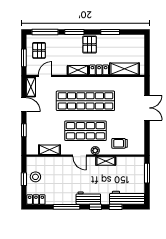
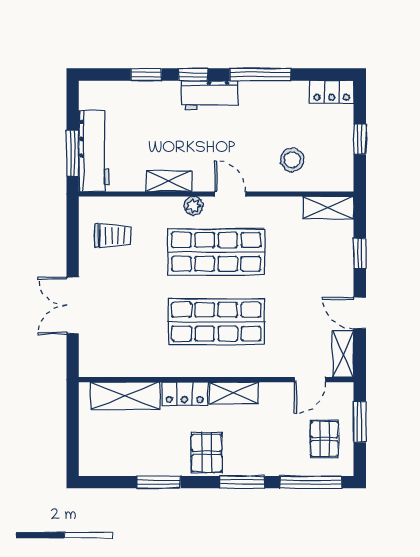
shop shelf: (85, 101) -> (216, 322), width x0.71
trolley: (120, 143) -> (113, 235), moved
shelving: (49, 150) -> (328, 208), moved
stool: (35, 177) -> (292, 160), moved
workbench: (127, 198) -> (94, 151), moved, turned -90

